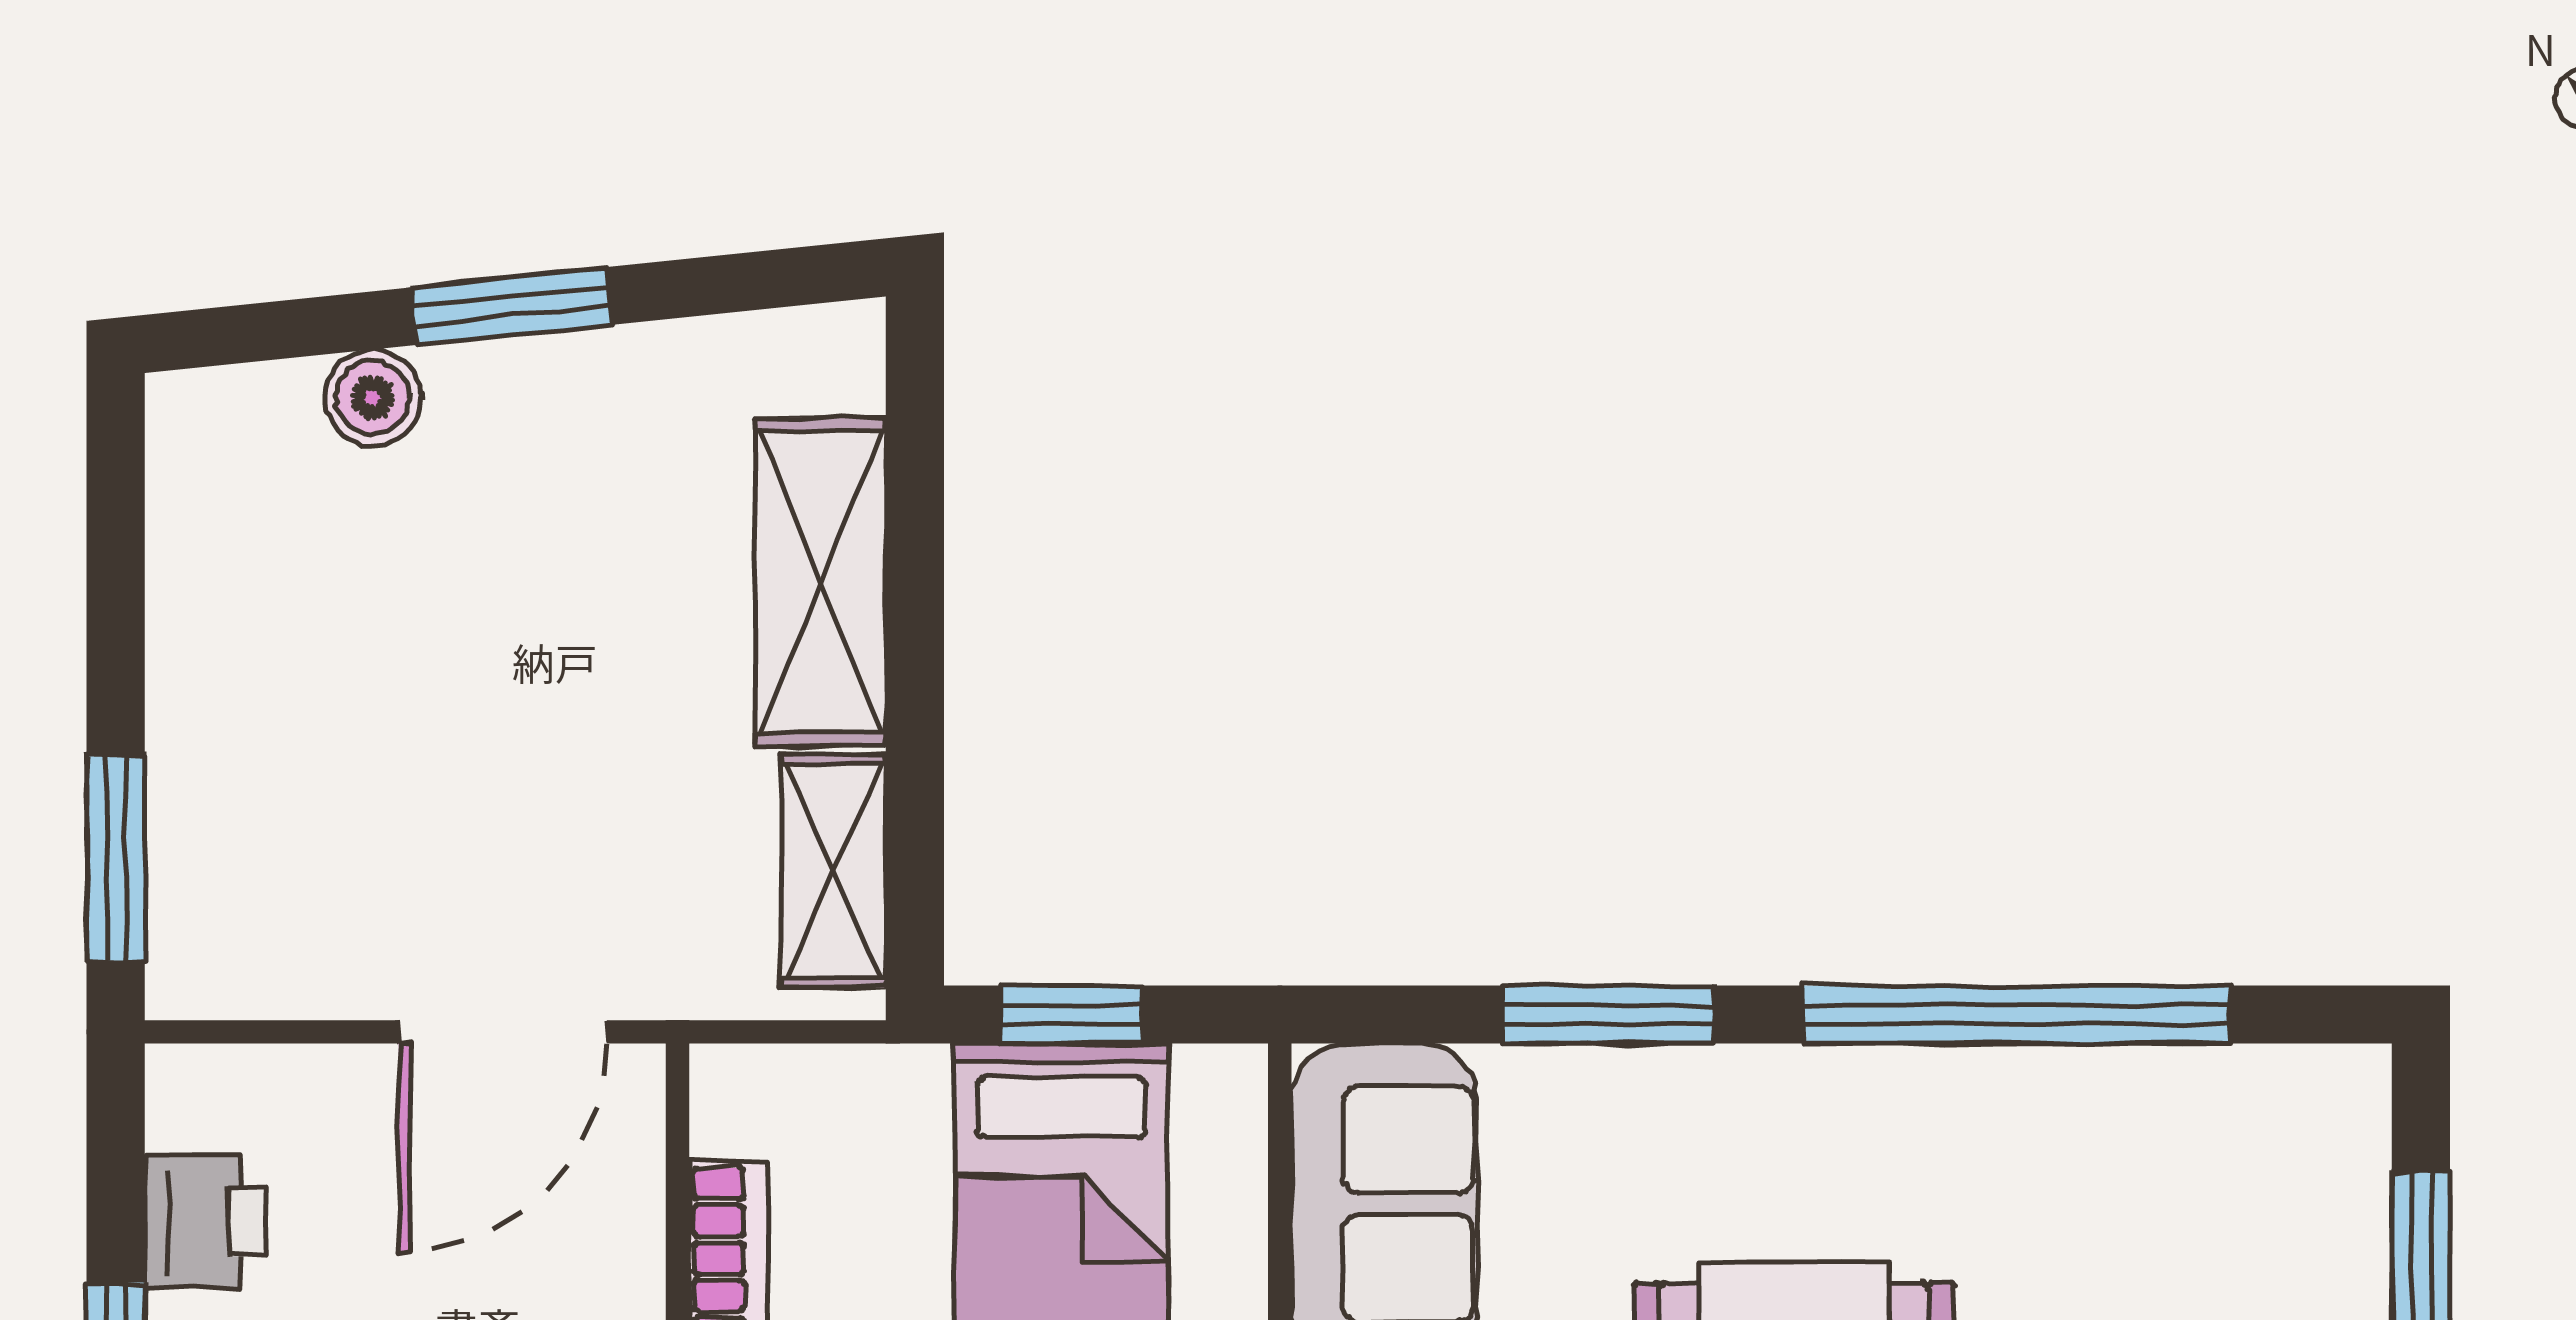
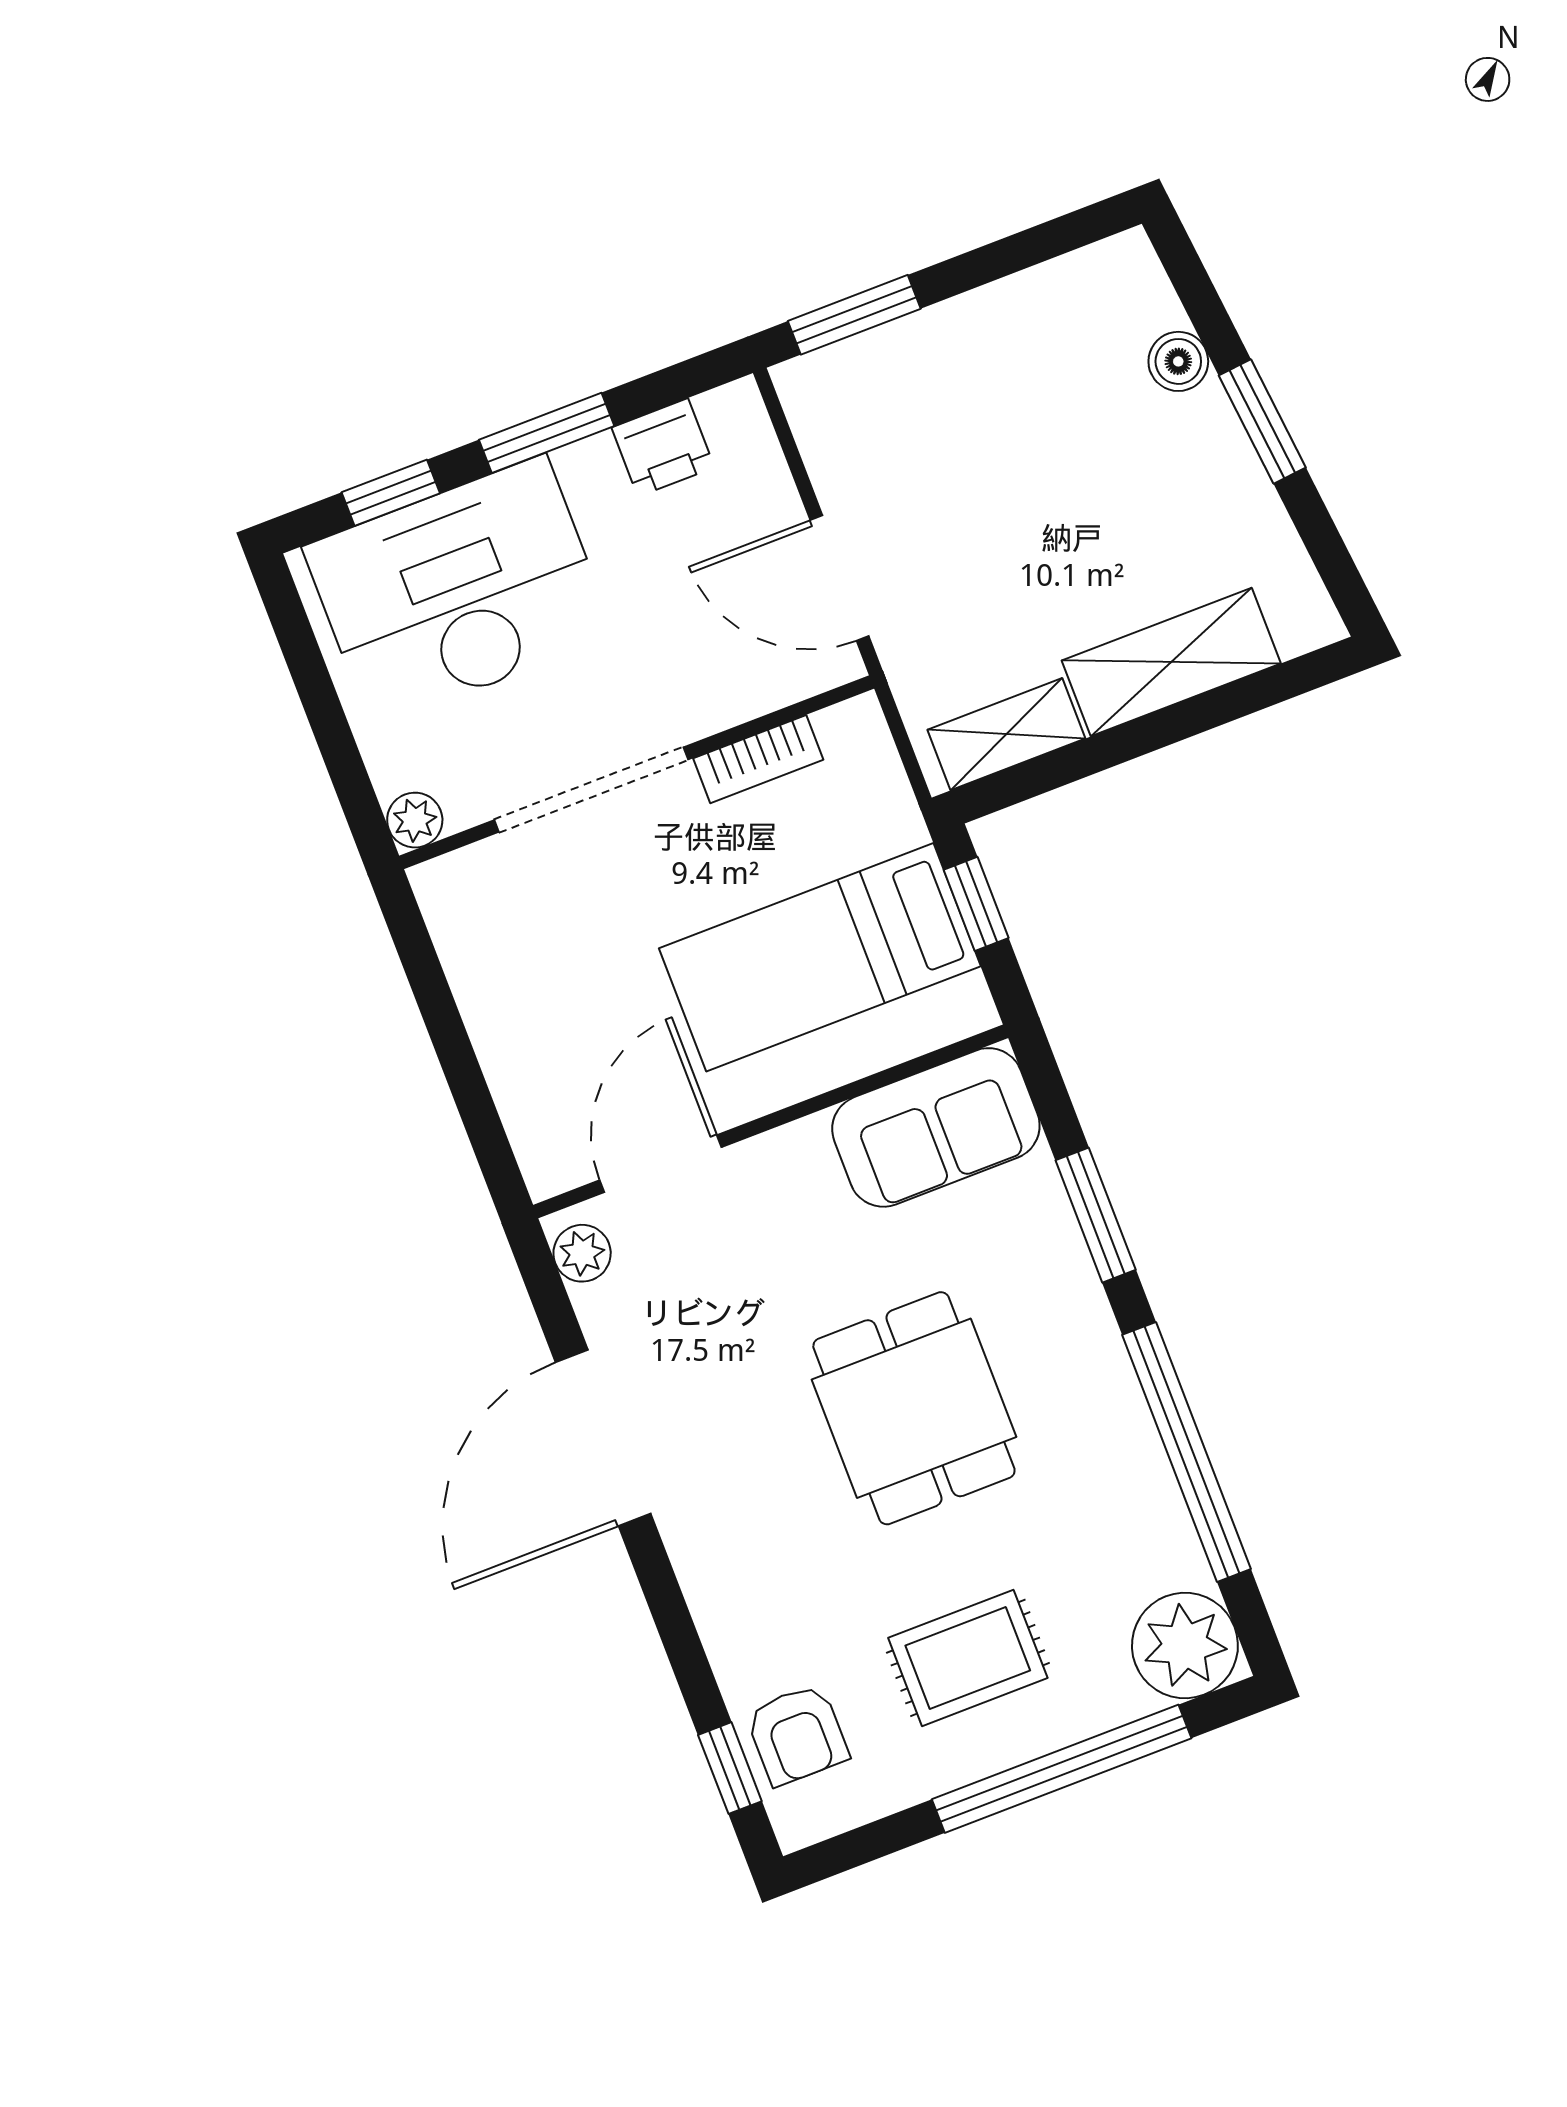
plant: (2307, 1129) -> (1185, 1646), added

